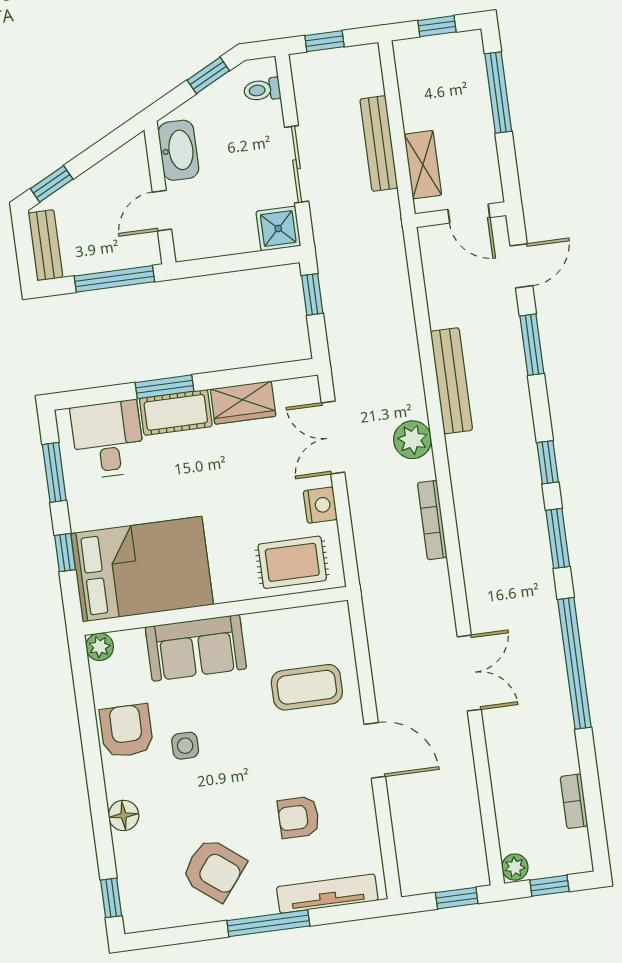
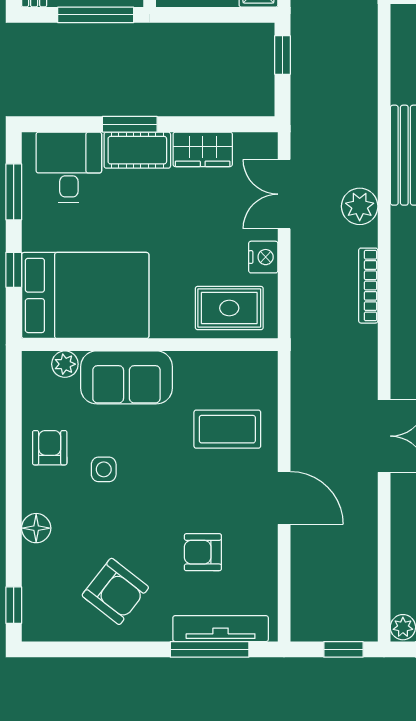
plant: (100, 647) -> (65, 364), moved
armchair: (127, 731) -> (50, 448), width x0.72, depth x0.72
window: (268, 923) -> (210, 649), moved

